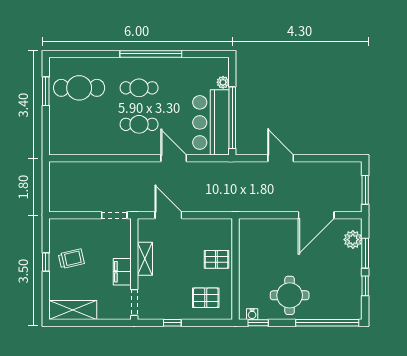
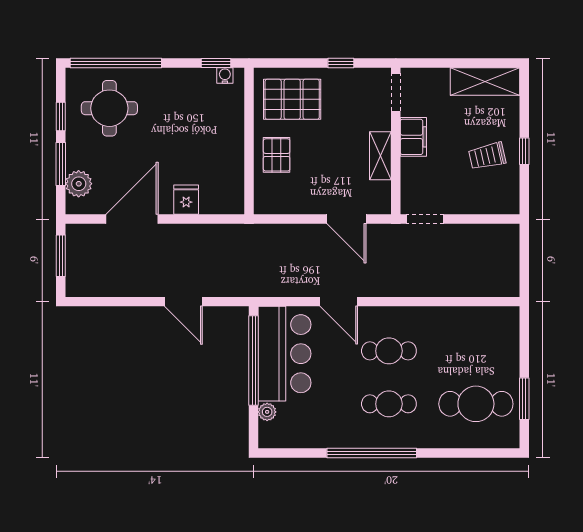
fridge: (279, 229) -> (186, 200), added
pallet: (216, 259) -> (277, 155), turned 90
round table: (290, 295) -> (109, 108), moved
pallet: (206, 298) -> (292, 99), width x1.50, depth x1.42

